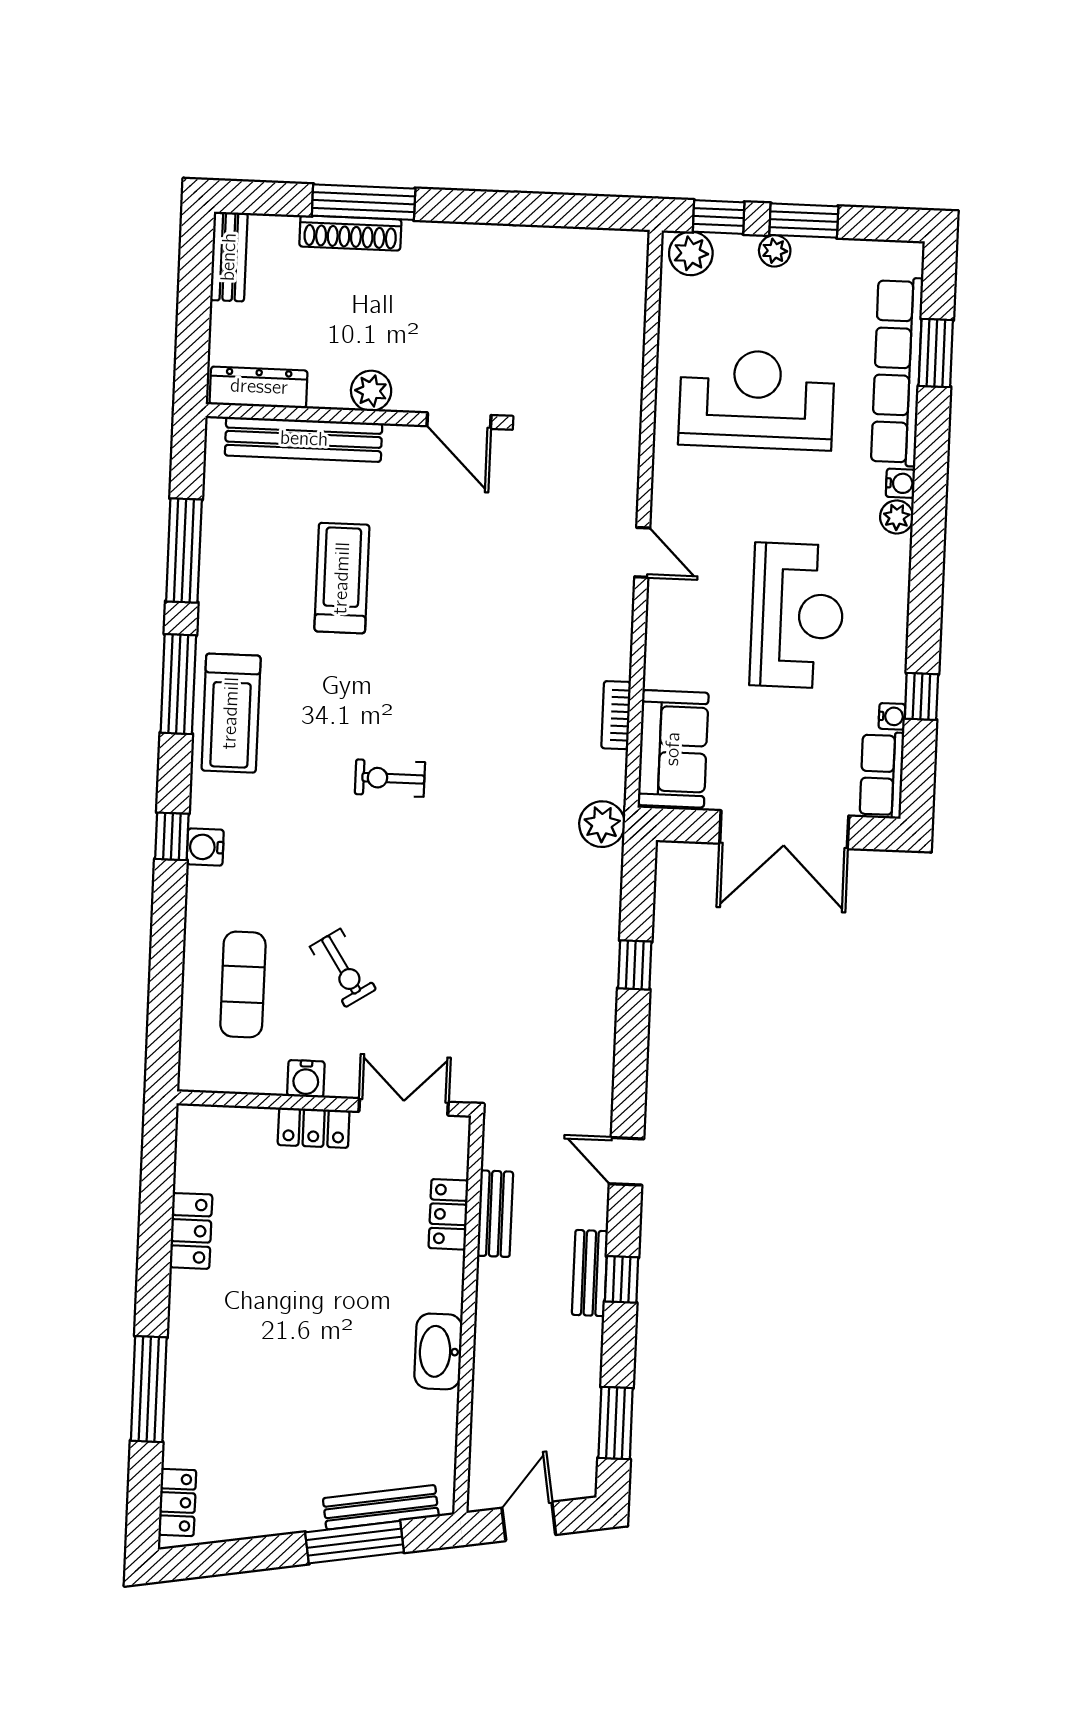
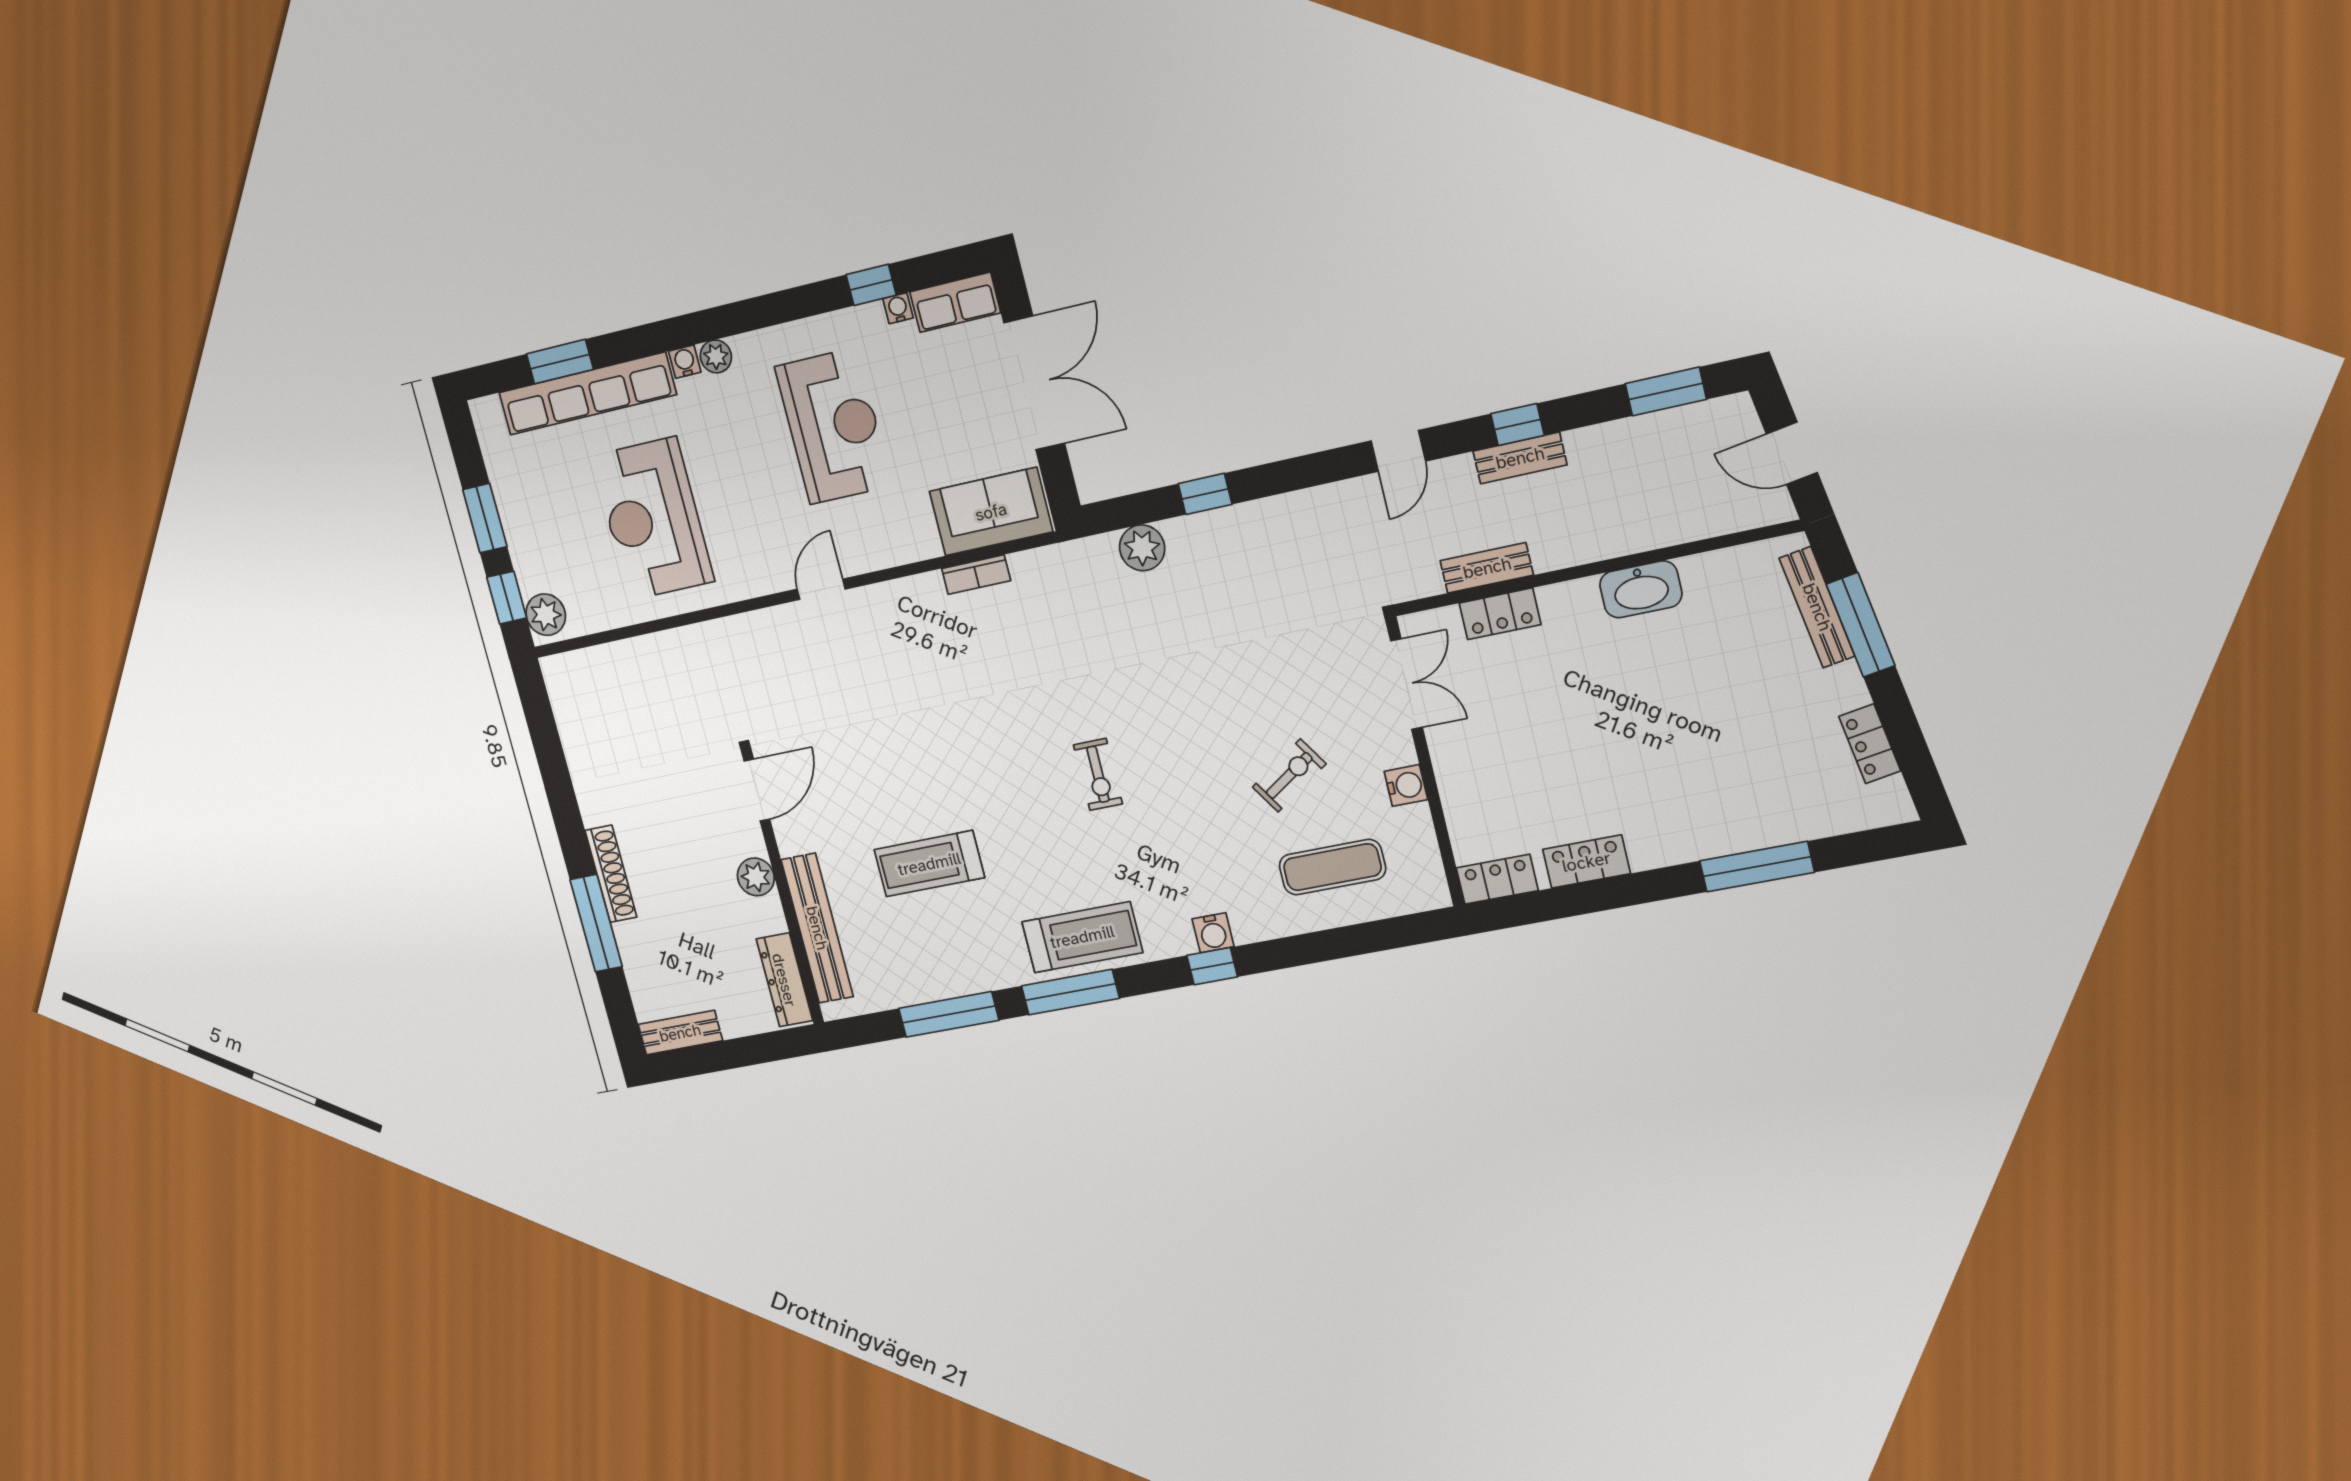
shoe rack: (350, 233) -> (611, 874), moved
plant: (775, 251) -> (519, 538), removed
reception desk: (797, 616) -> (833, 426), turned 90
plant: (602, 824) -> (1142, 548), moved
double door: (404, 1107) -> (1406, 684), swing flipped
locker: (314, 1128) -> (1497, 879), moved, turned -90
locker: (177, 1502) -> (1870, 744), moved, turned -99

